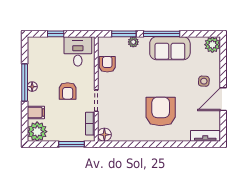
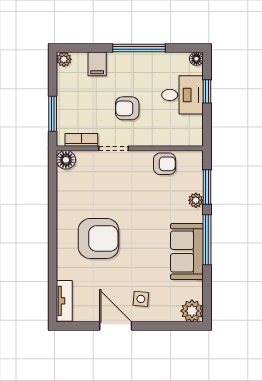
desk: (78, 51) -> (182, 95), moved
floor lamp: (32, 87) -> (196, 59), moved
plant: (37, 132) -> (64, 59), width x0.53, depth x0.53

